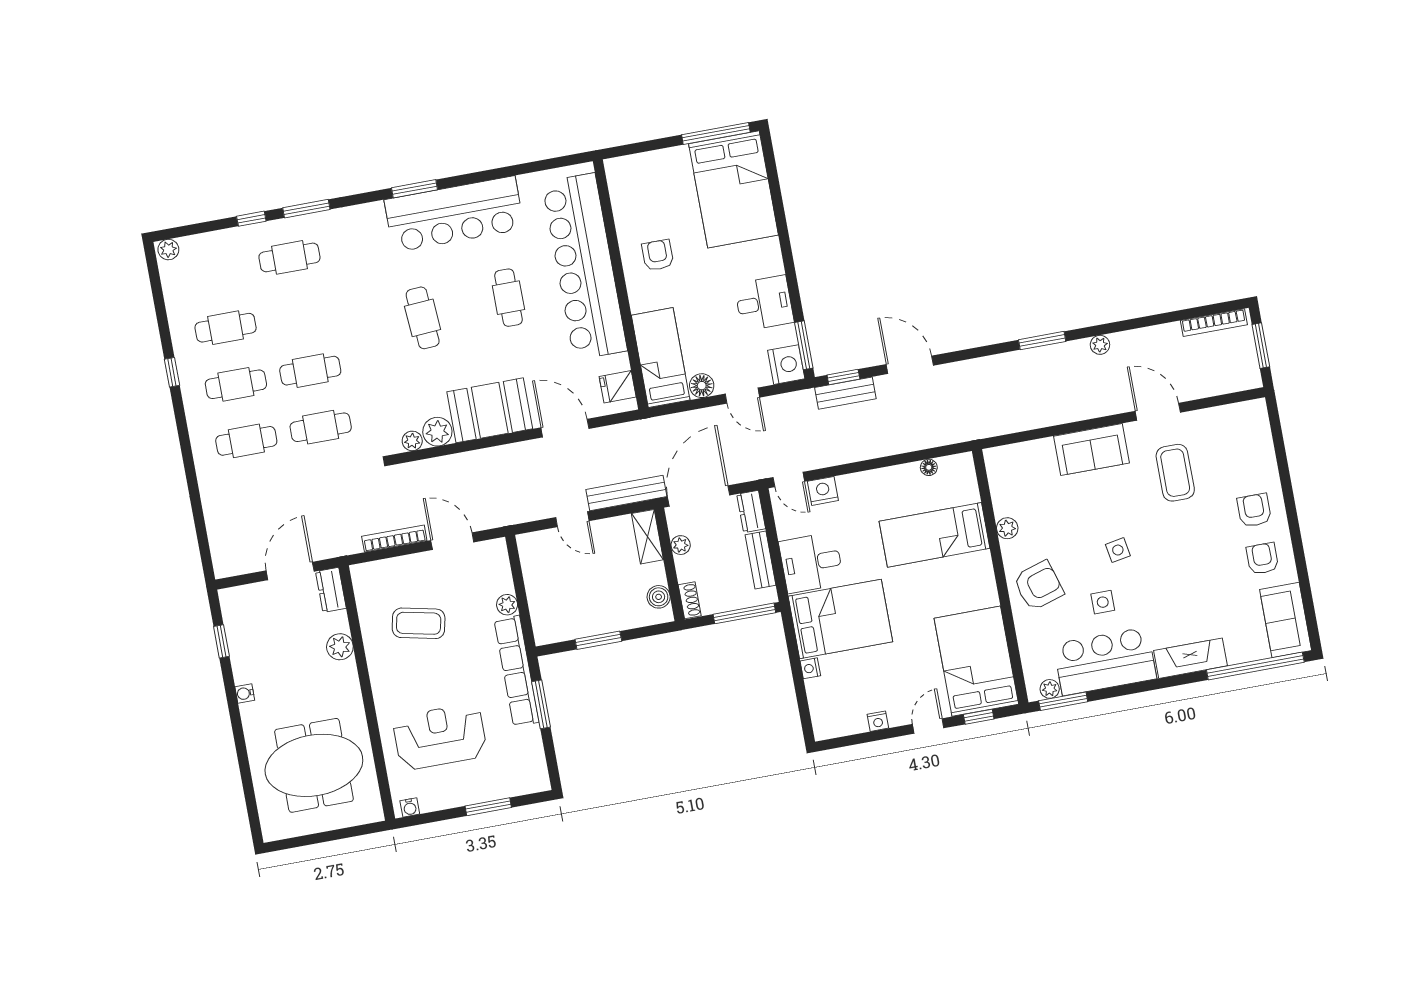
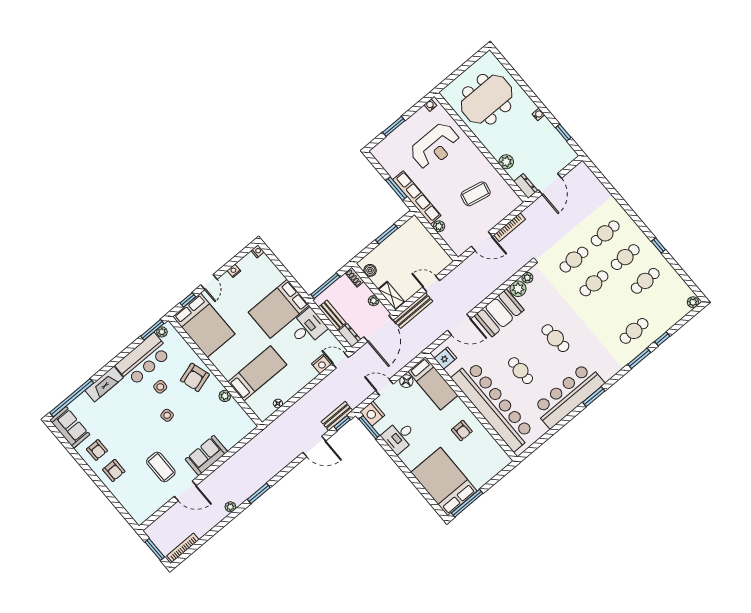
nightstand: (810, 668) -> (258, 251), moved

